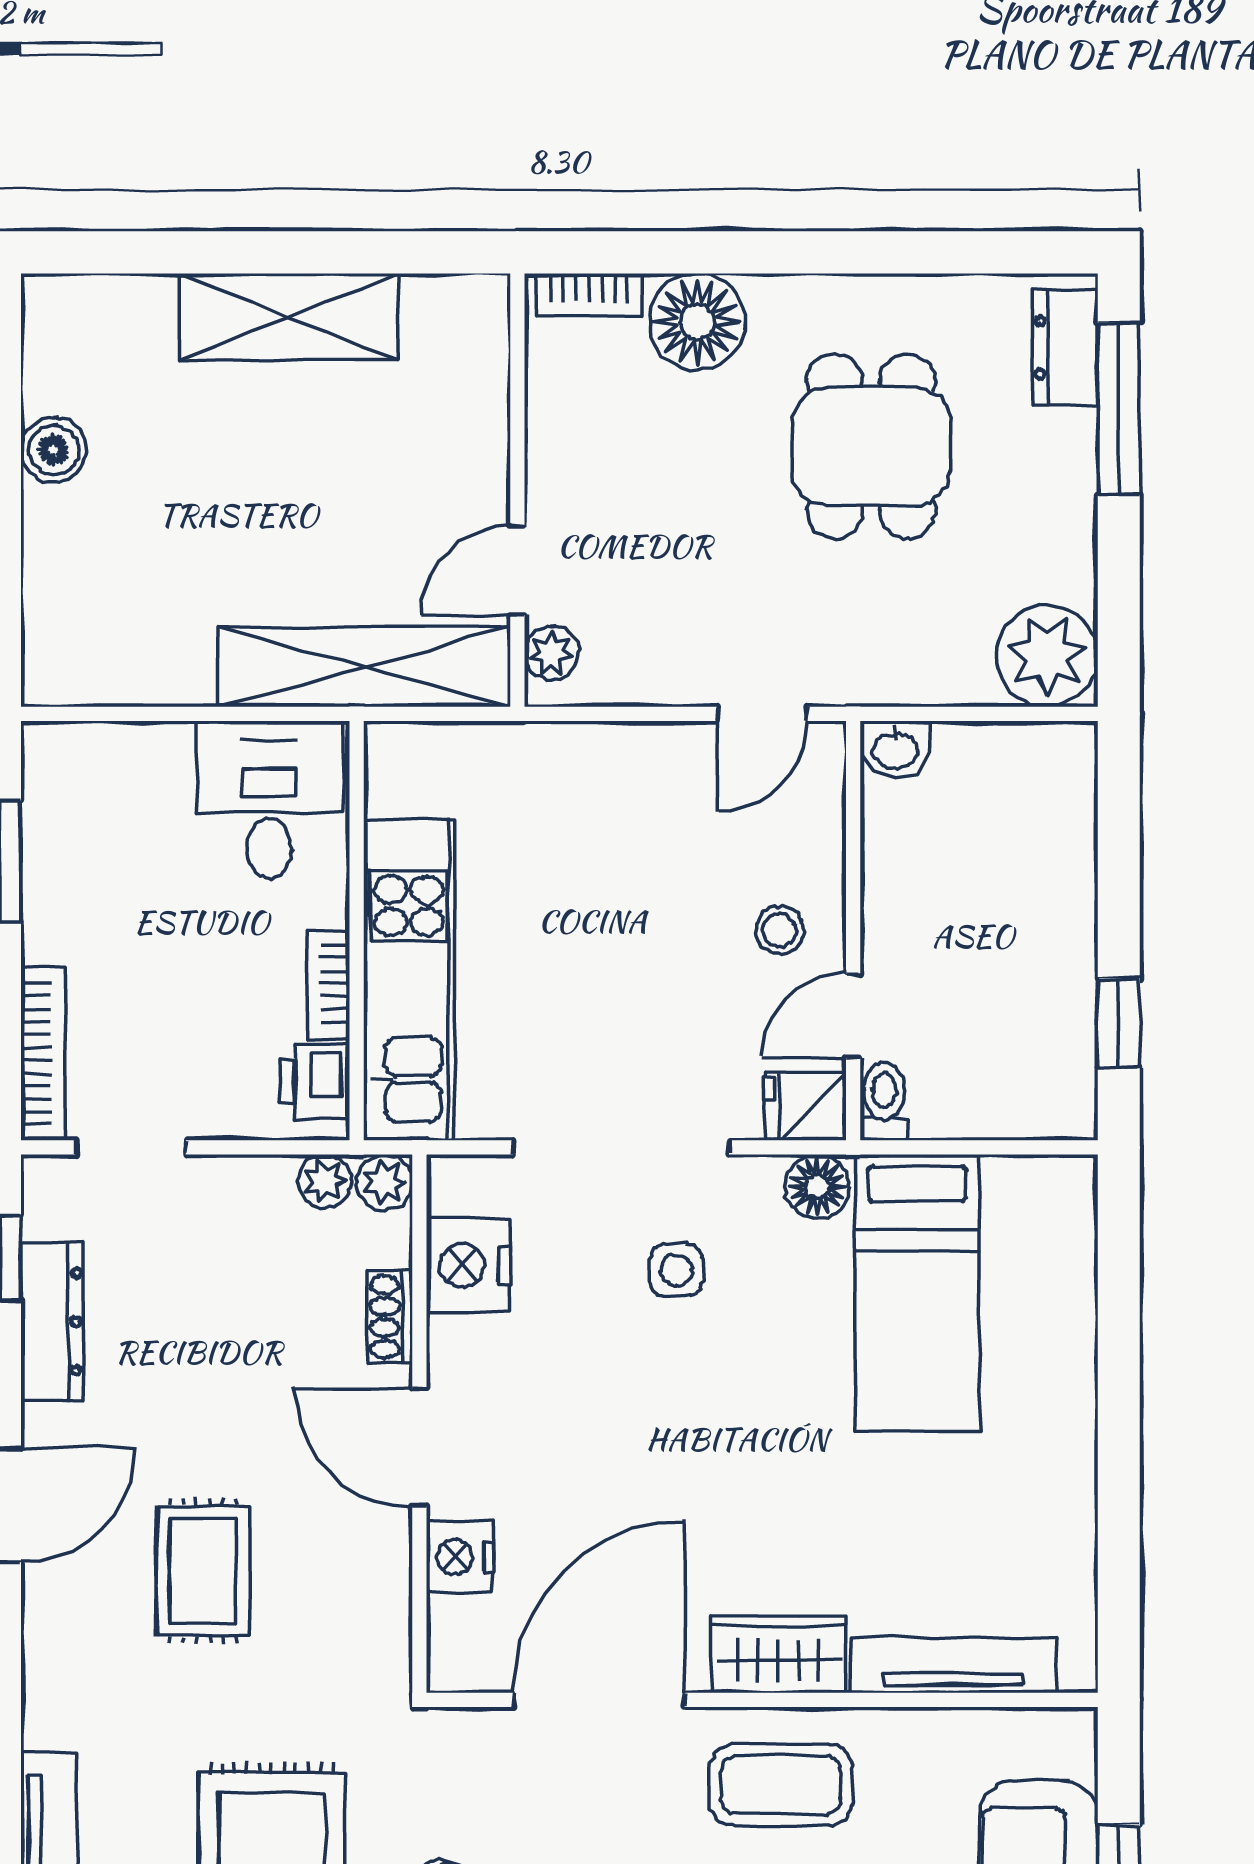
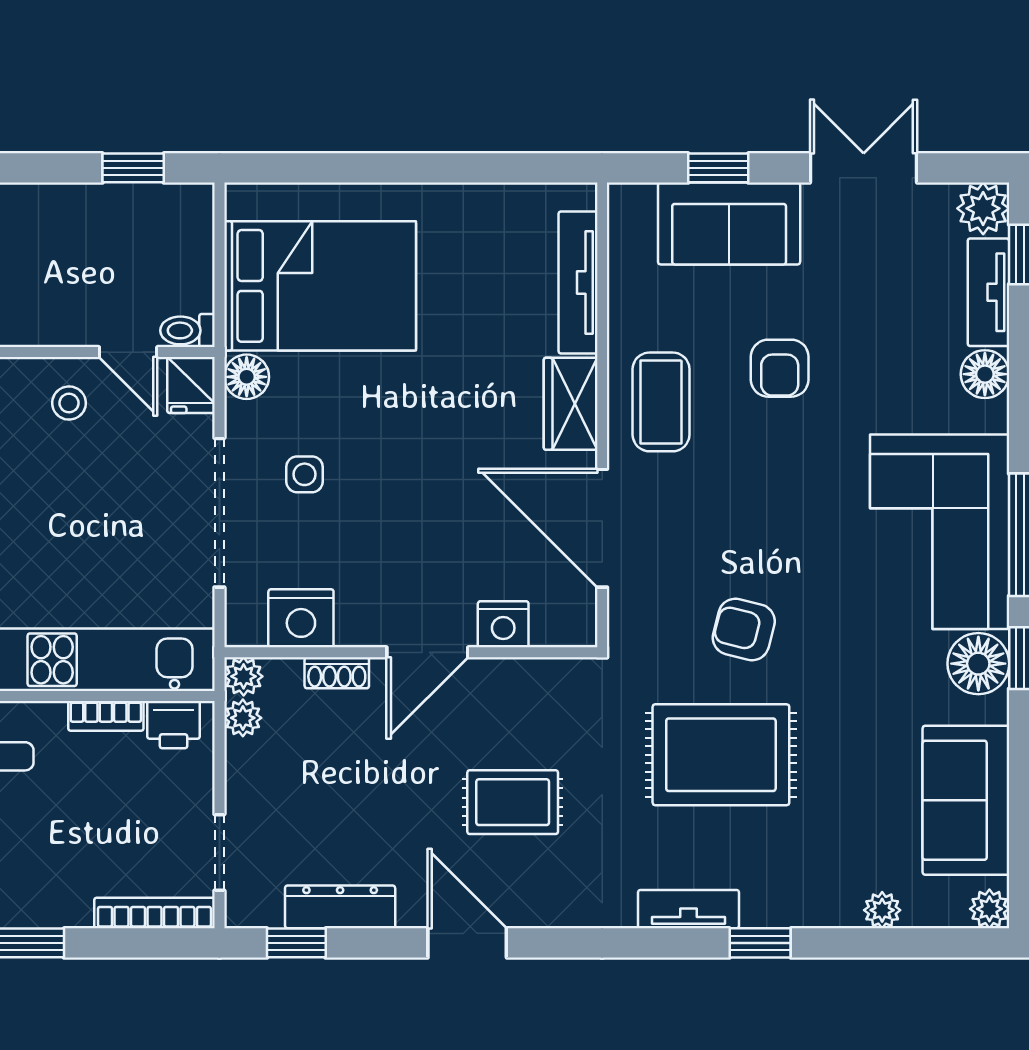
bed: (917, 1293) -> (320, 286), width x1.50

